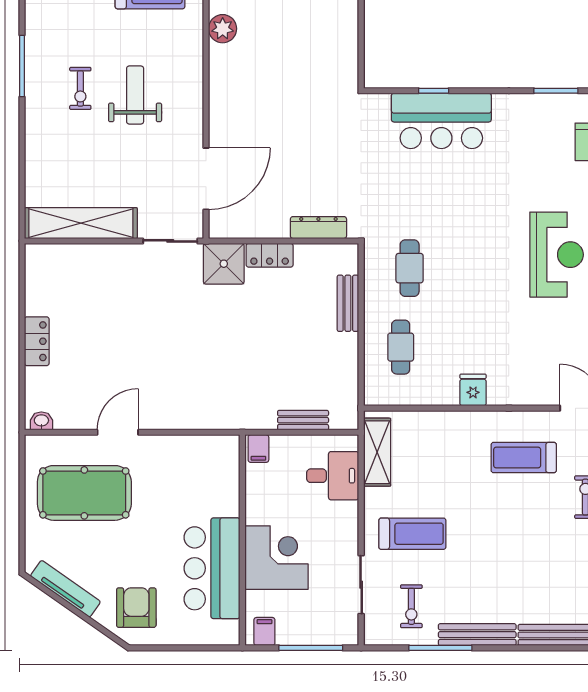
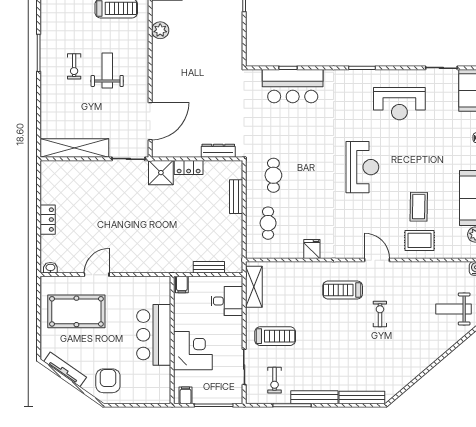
bar counter: (212, 568) -> (154, 335), moved

